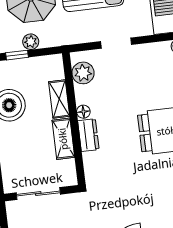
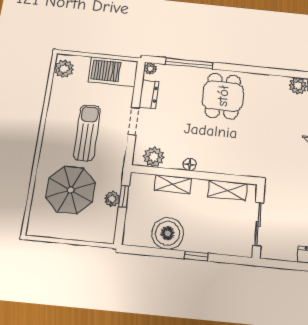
window: (17, 55) -> (124, 196), moved
dresser: (88, 135) -> (149, 94), moved, turned 90
shelving: (63, 139) -> (227, 190), moved

